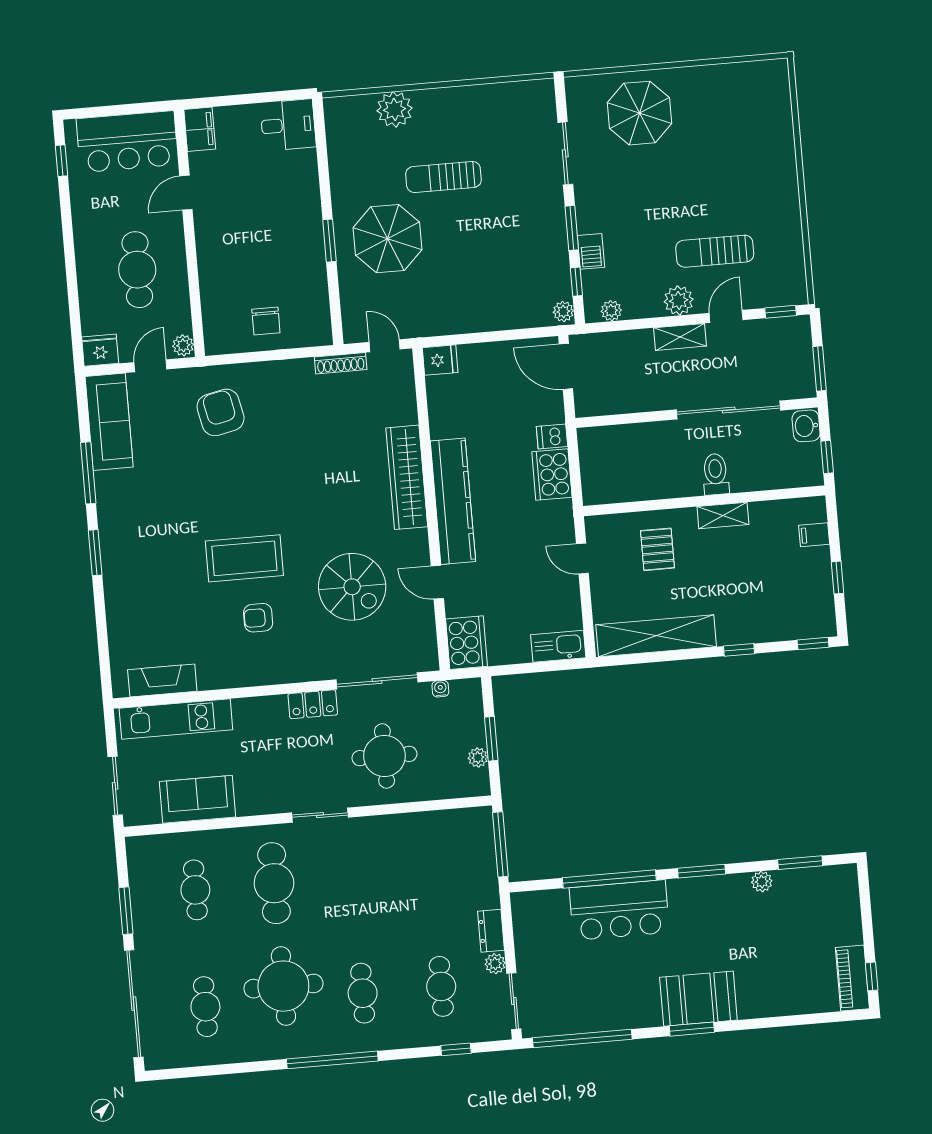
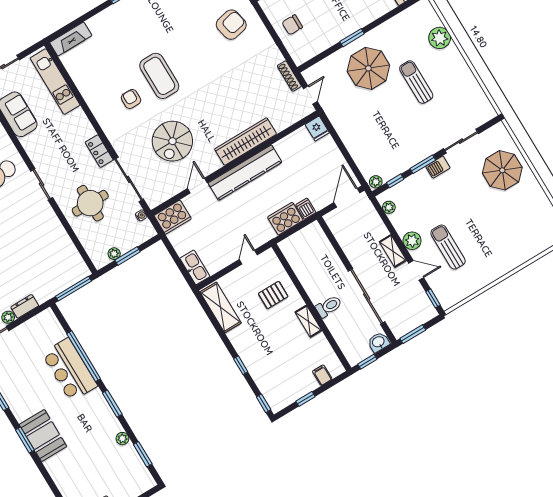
barbecue: (591, 251) -> (438, 167), moved
shelving: (656, 636) -> (221, 307), width x0.68
fireplace: (162, 680) -> (71, 39), moved, turned 90

